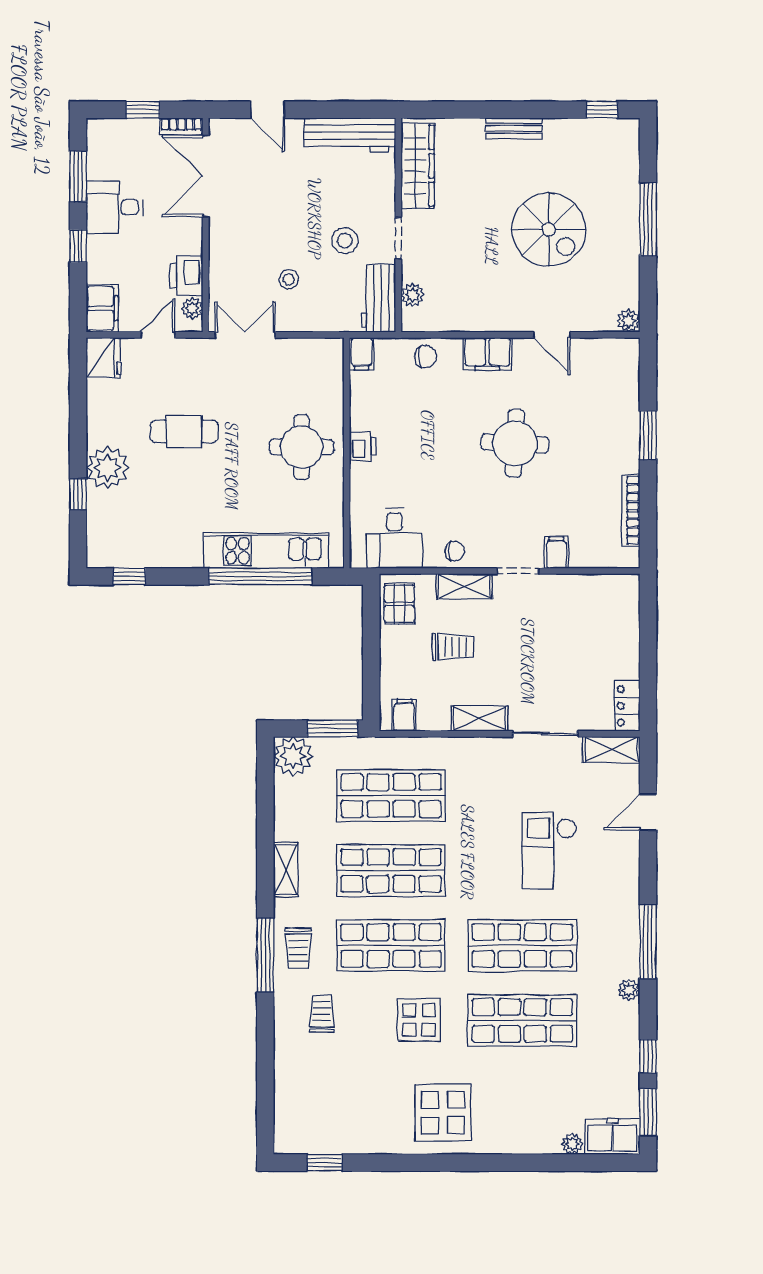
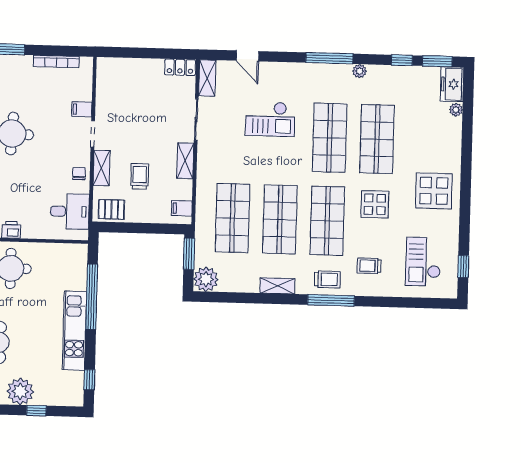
kitchen unit: (266, 551) -> (74, 331), moved
checkout: (331, 1099) -> (423, 262), added

